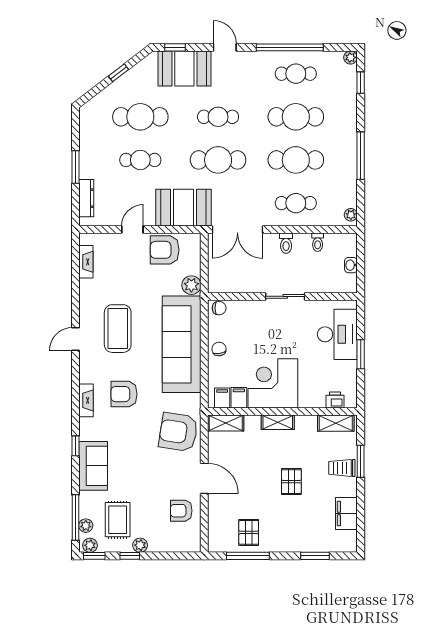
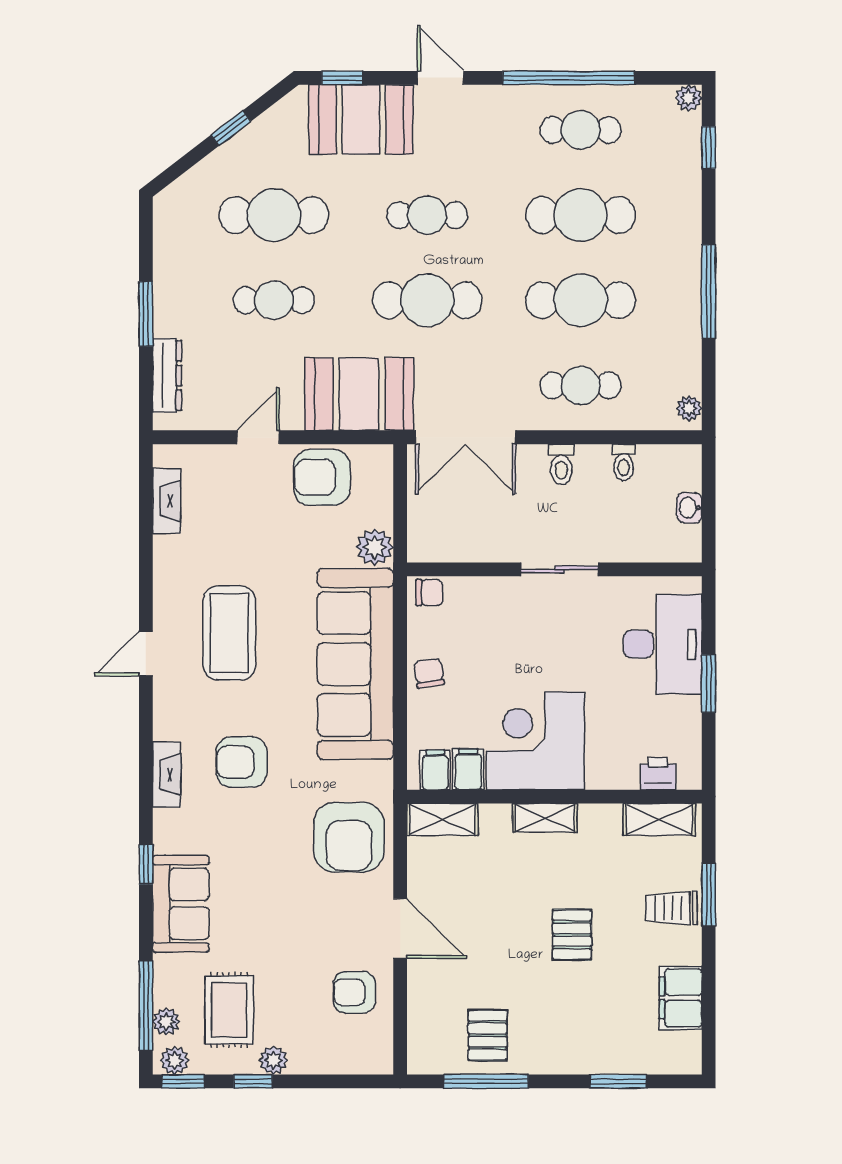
armchair: (178, 432) -> (349, 837), turned -99

